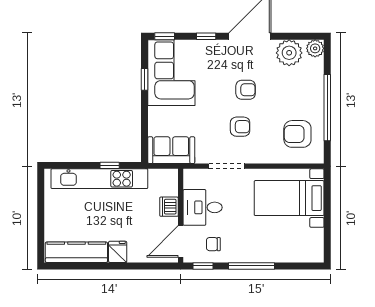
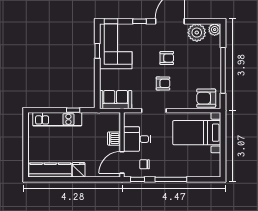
armchair: (297, 134) -> (206, 98), moved
kitchen unit: (99, 179) -> (57, 119), width x0.73

